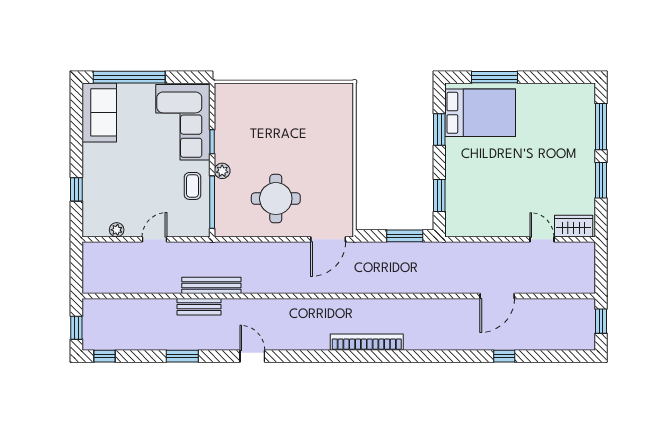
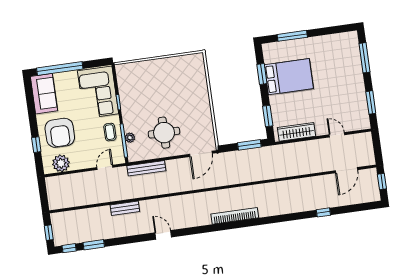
bed: (480, 113) -> (289, 77), moved
plant: (222, 171) -> (130, 138), moved
armchair: (115, 176) -> (60, 133), added
window: (601, 180) -> (371, 102), moved
wardrobe: (574, 226) -> (296, 132), moved, width x1.50
plant: (117, 230) -> (61, 163), width x1.87, depth x1.87
door: (155, 239) -> (105, 167), moved
bench: (211, 285) -> (146, 168), moved
door: (497, 296) -> (346, 170), moved
window: (182, 356) -> (94, 245), moved

